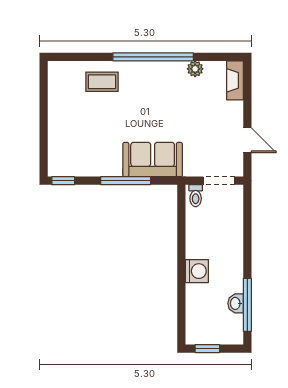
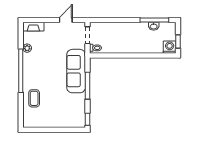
sofa: (153, 160) -> (76, 71), width x1.36
washing machine: (197, 271) -> (170, 47), moved

